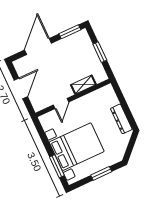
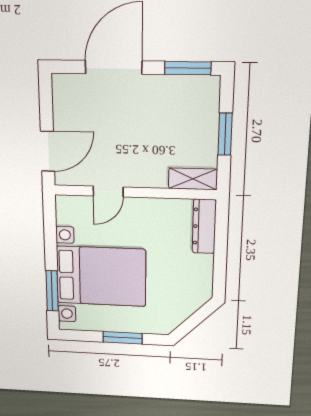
shelving: (83, 85) -> (193, 179), moved
door: (21, 88) -> (47, 151), moved
dresser: (121, 119) -> (204, 226), moved

